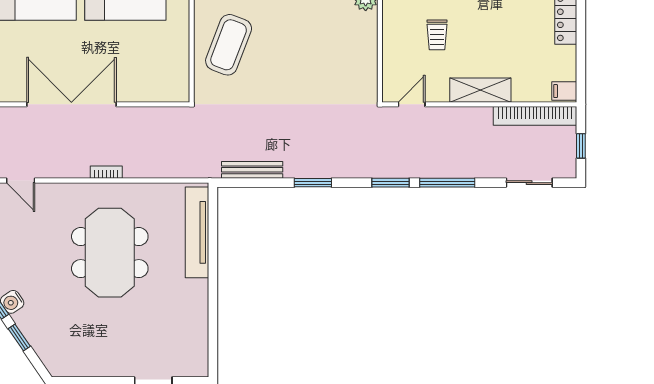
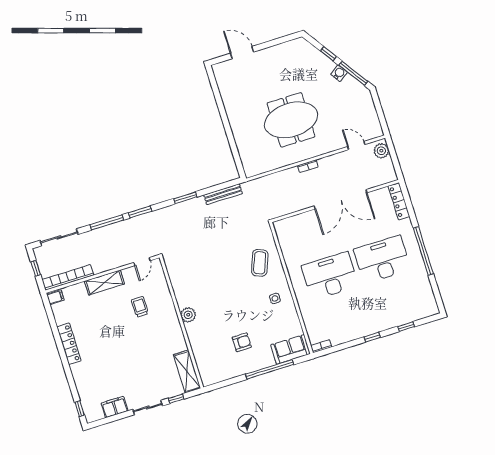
coffee table: (229, 45) -> (260, 263), width x0.73, depth x0.76
sliding door: (529, 183) -> (59, 237), width x1.37
tv unit: (197, 232) -> (244, 148), removed
meeting table: (110, 253) -> (291, 120), turned 90

